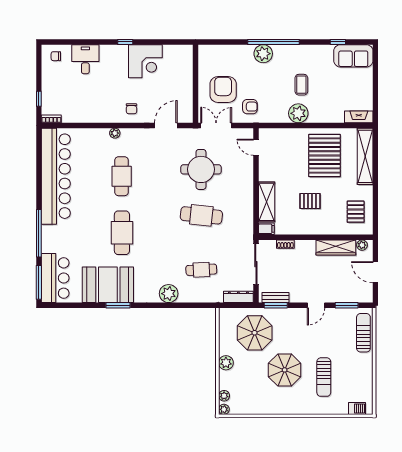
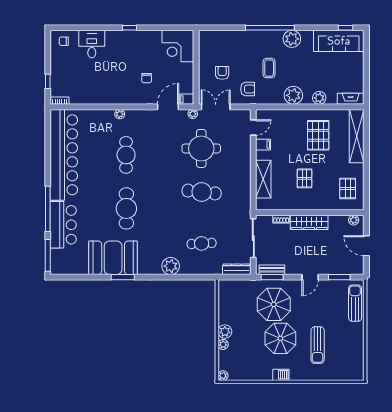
window: (338, 42) -> (345, 28), moved
plant: (263, 54) -> (292, 39), moved
sofa: (353, 56) -> (339, 41), width x1.36
corner desk: (145, 61) -> (178, 46), moved, turned 90
coffee table: (301, 85) -> (269, 68), moved
armchair: (223, 90) -> (222, 73), width x0.53, depth x0.53
chair: (131, 109) -> (147, 78), moved
plant: (326, 116) -> (319, 98), added
filing cabinet: (186, 117) -> (187, 99), added
plant: (192, 133) -> (193, 114), added
door: (256, 147) -> (253, 127), swing flipped
pallet: (324, 156) -> (318, 135), width x0.73, depth x0.71
pallet: (310, 201) -> (304, 178), turned 90
filing cabinet: (266, 229) -> (263, 145), moved
wardrobe: (336, 247) -> (309, 222), moved
bar counter: (55, 278) -> (63, 225), moved
parasol: (255, 333) -> (274, 304), moved
plant: (224, 396) -> (223, 344), moved
barbecue: (357, 408) -> (281, 375), moved

